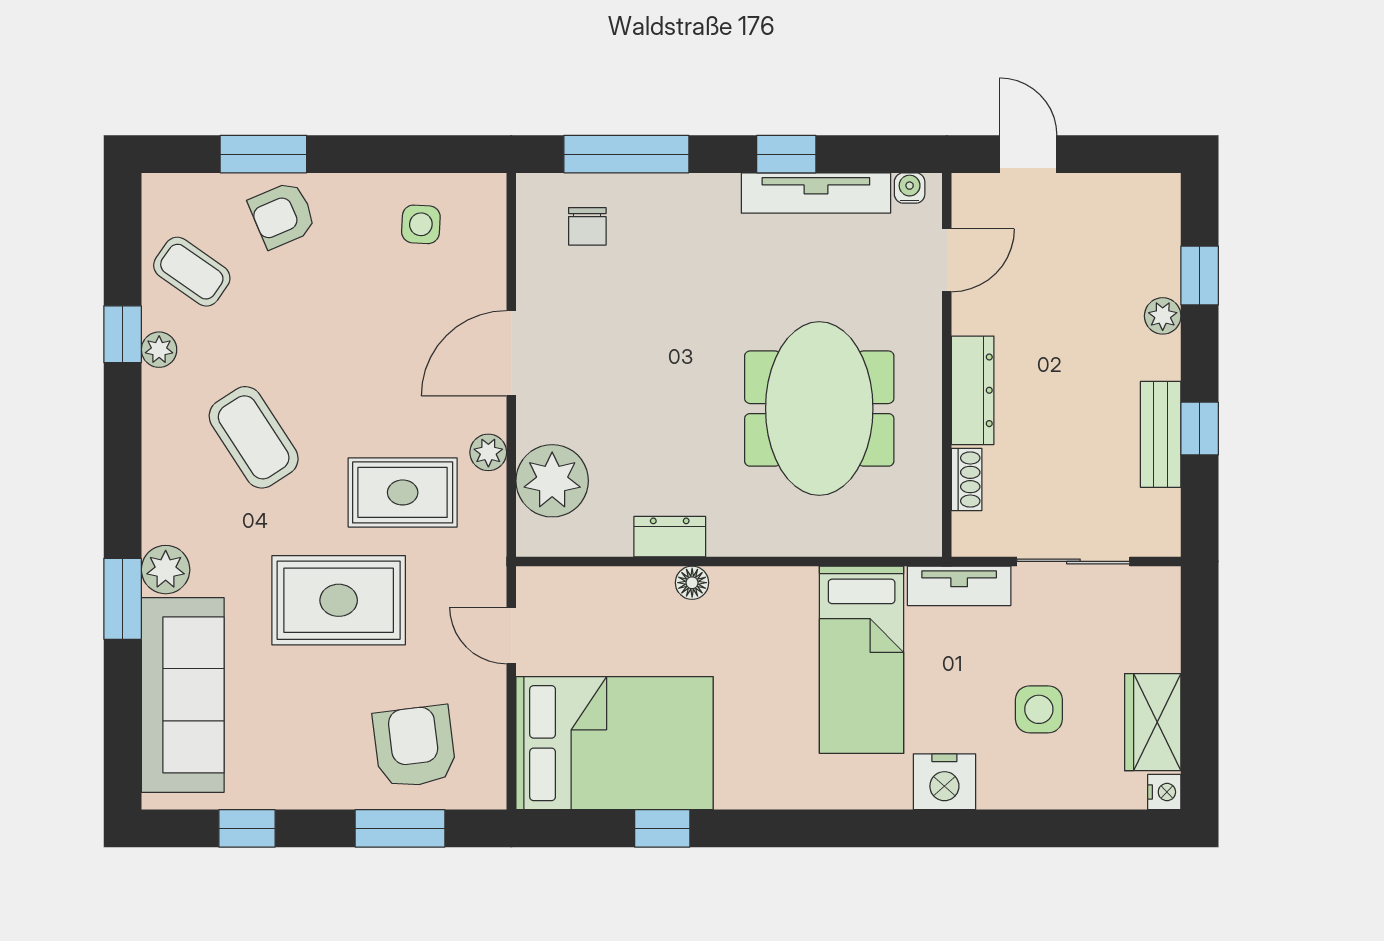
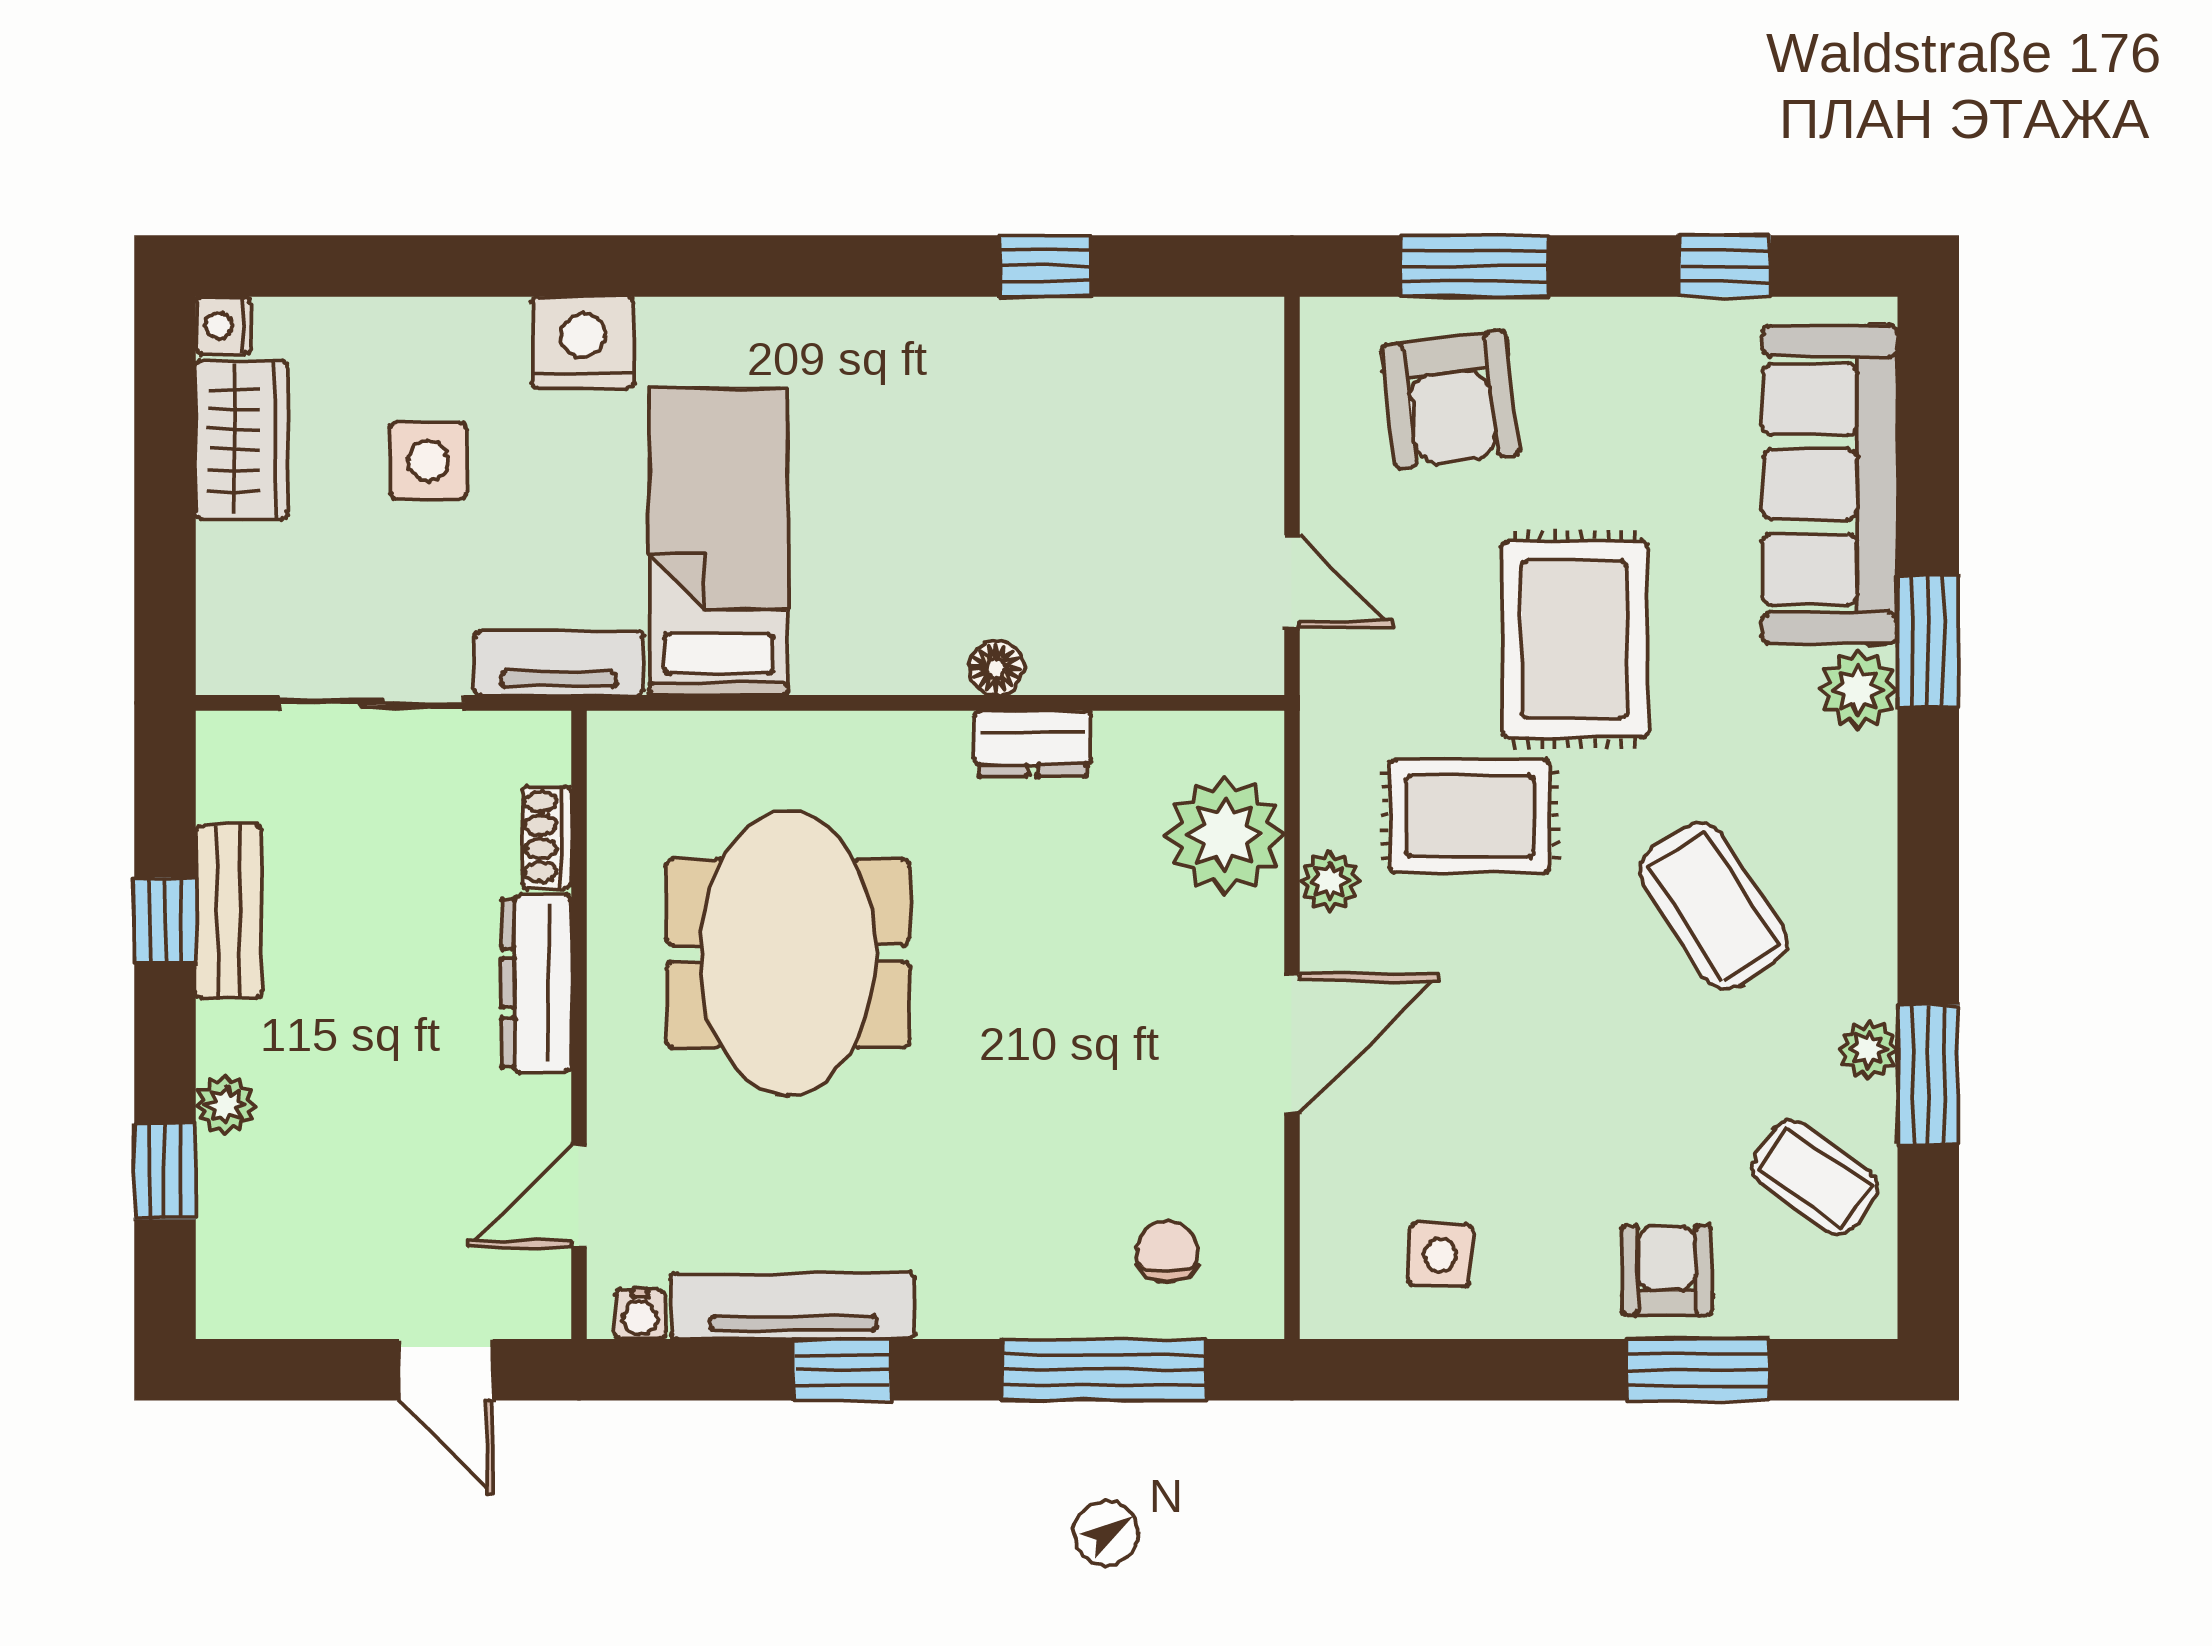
armchair: (282, 215) -> (1667, 1270), turned -67
window: (123, 334) -> (1928, 1075), width x1.50
rug: (339, 600) -> (1575, 639), turned 90
bed: (614, 743) -> (1123, 405), removed

